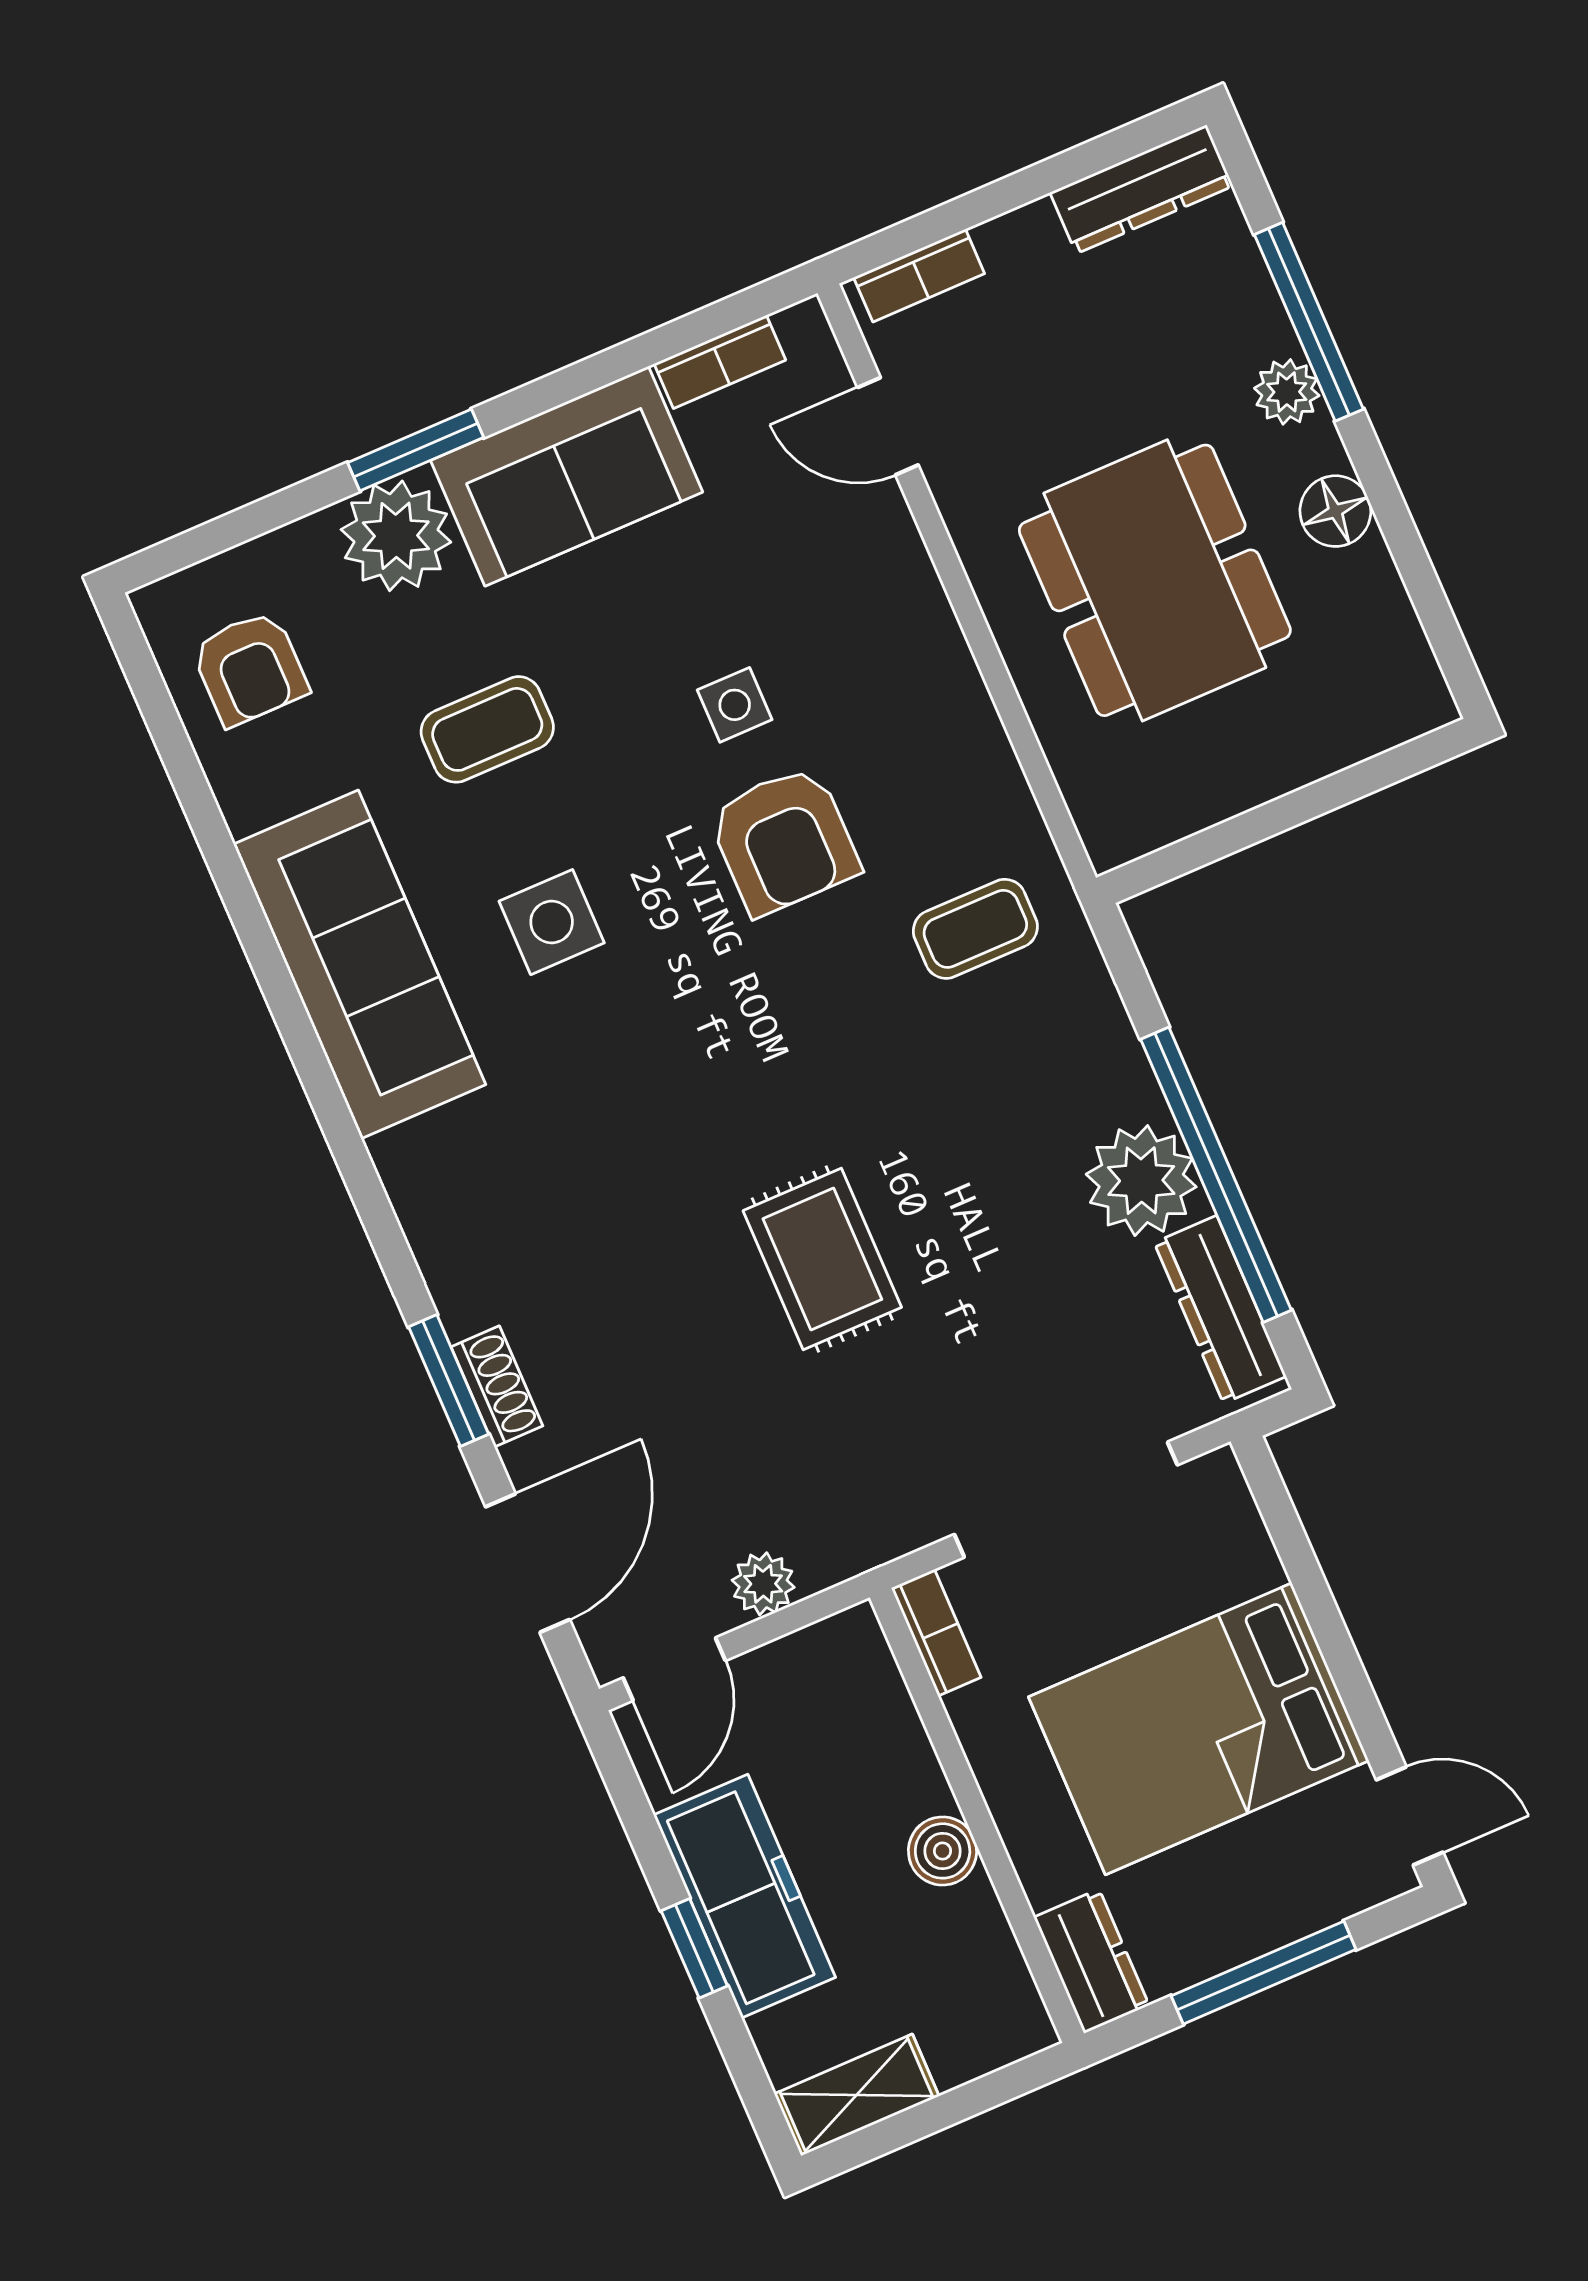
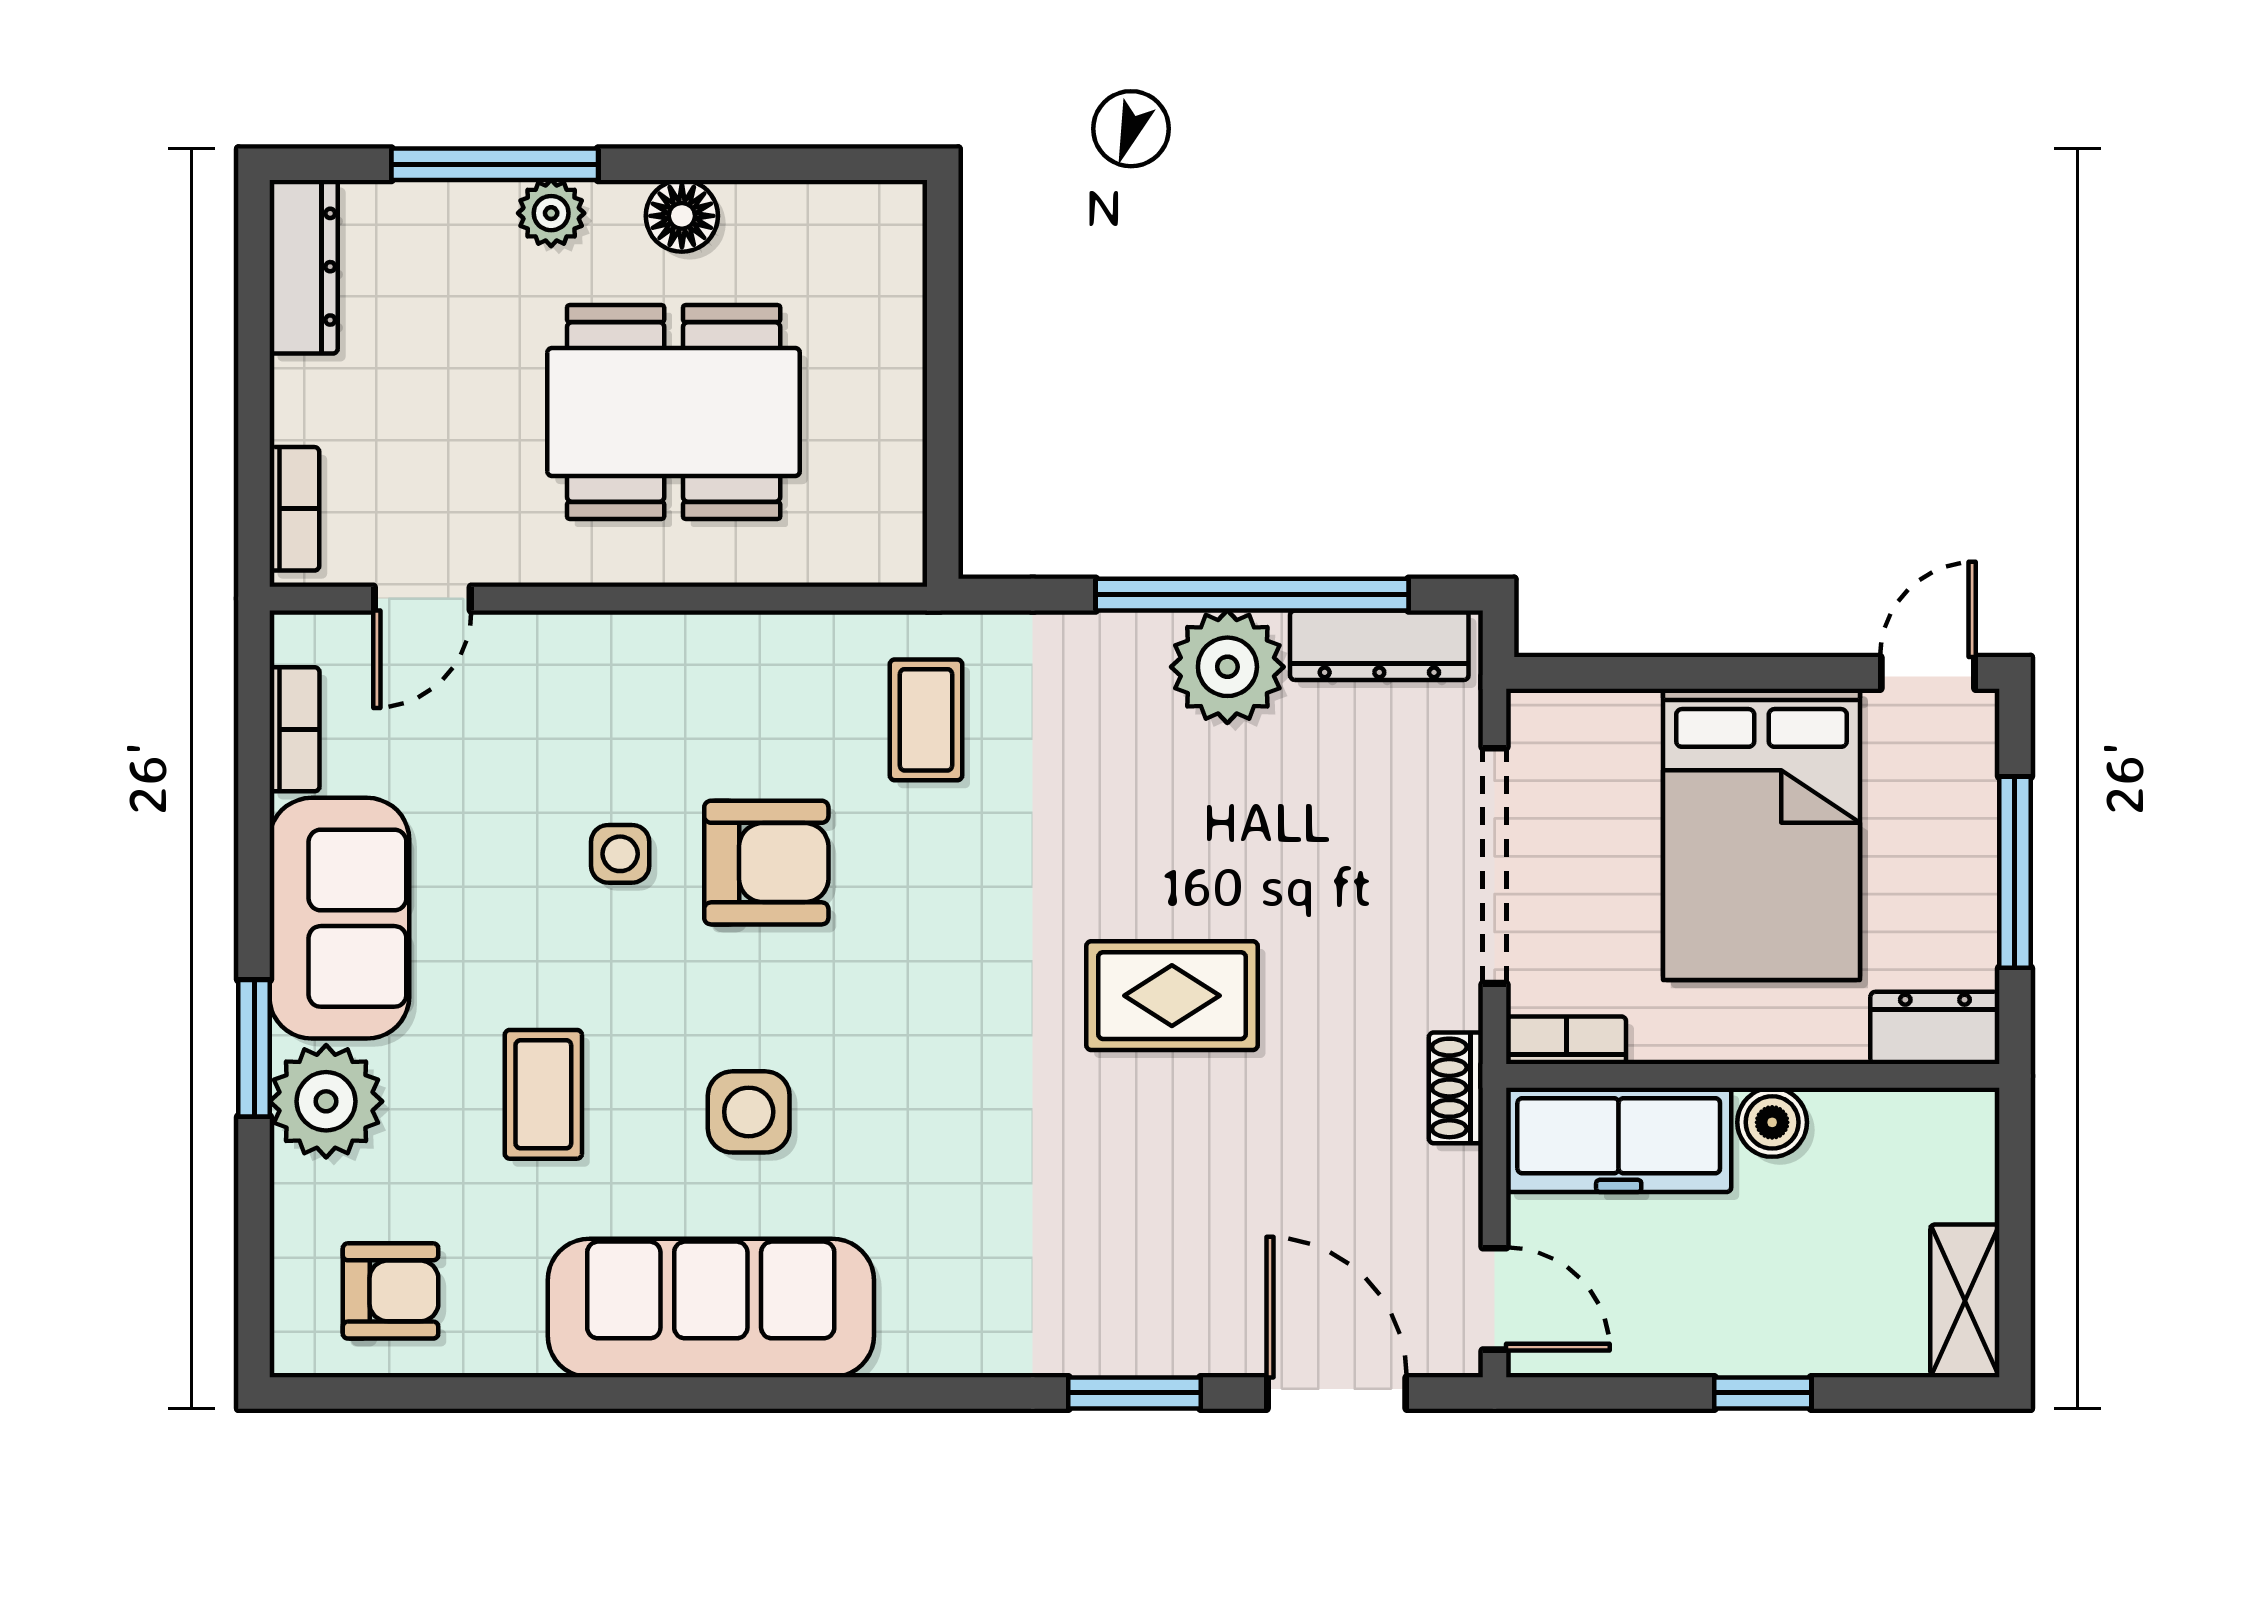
shoe rack: (497, 1386) -> (1456, 1088), moved, turned -90
plant: (763, 1584) -> (1451, 1182), removed
freezer: (745, 1896) -> (1619, 1140), moved, turned 180

